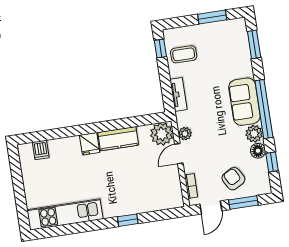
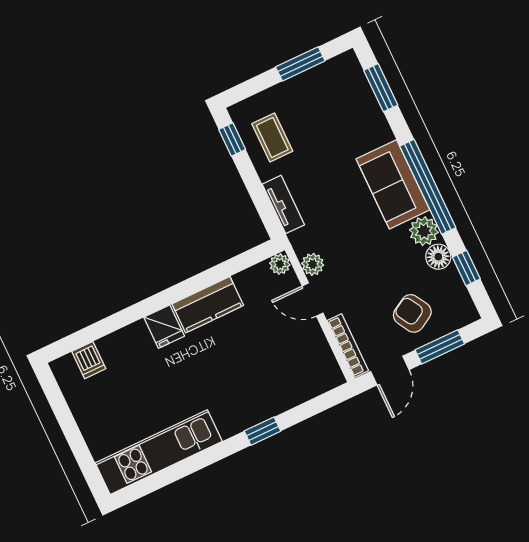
coffee table: (184, 54) -> (272, 137), turned 90
plant: (162, 134) -> (280, 264), width x0.53, depth x0.53
door: (179, 154) -> (313, 300), hinge flipped
bookcase: (191, 186) -> (348, 346), width x1.56

